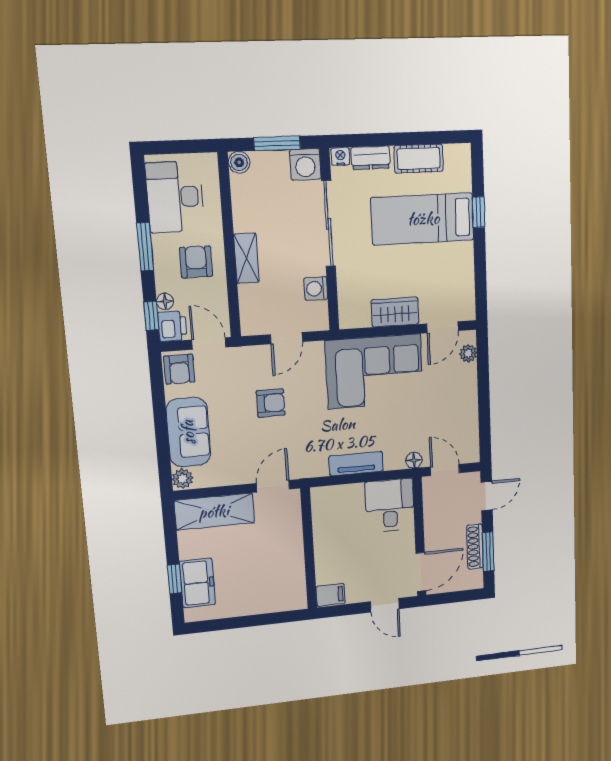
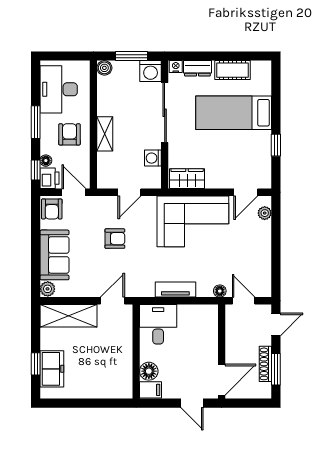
window: (479, 212) -> (276, 145), moved
wardrobe: (395, 312) -> (187, 179), moved
desk: (390, 505) -> (158, 324), moved
floor lamp: (327, 572) -> (149, 371), added

